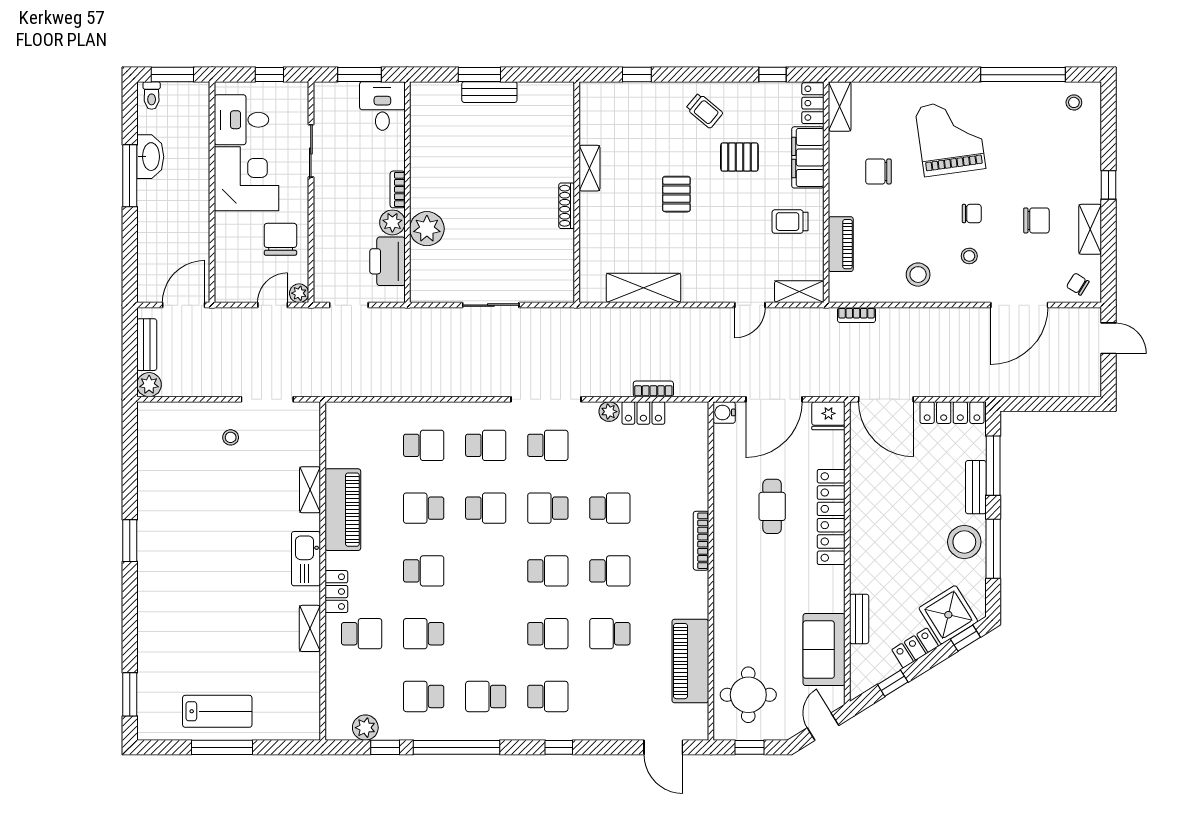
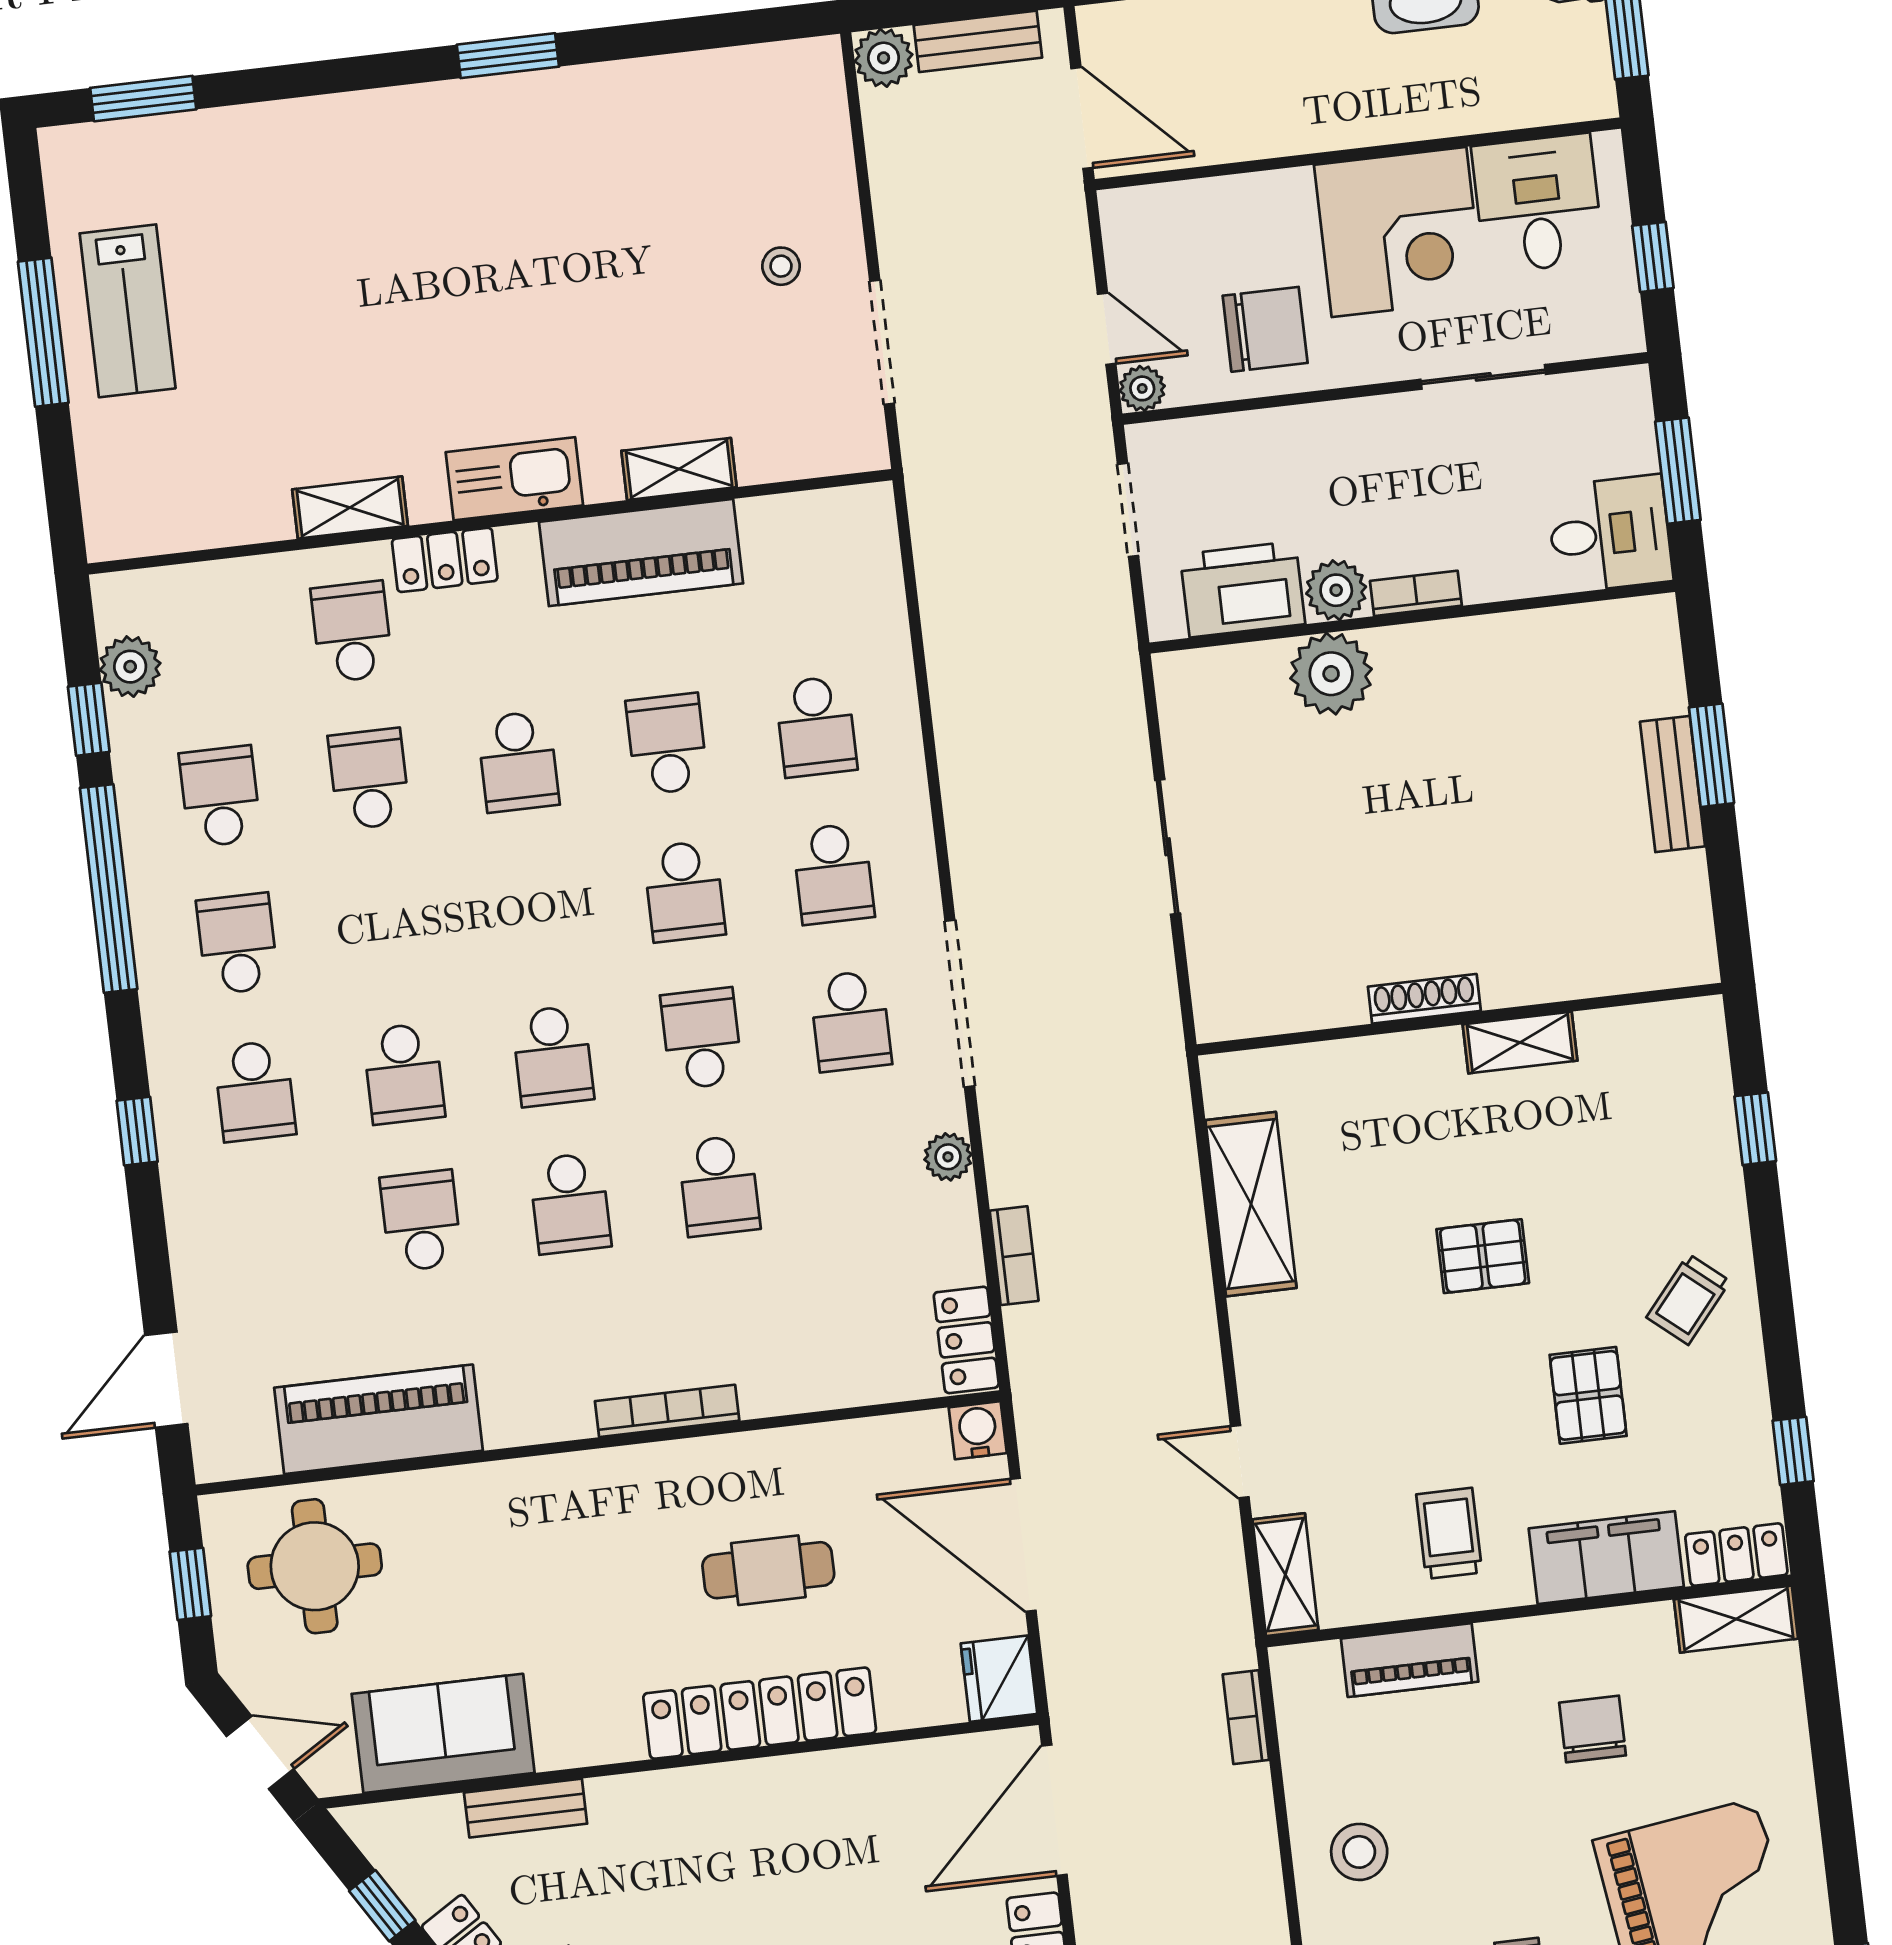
locker: (643, 413) -> (966, 1340), moved
school desk: (362, 634) -> (352, 632), turned 180

